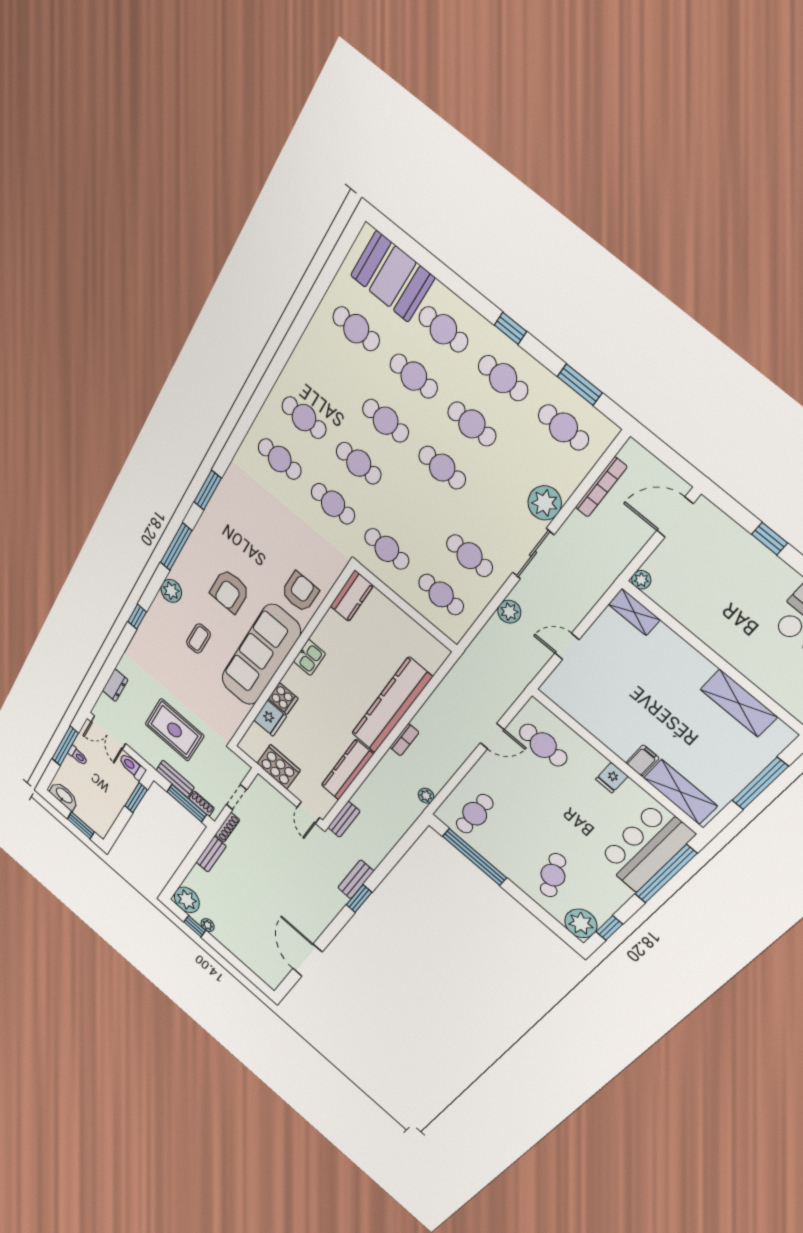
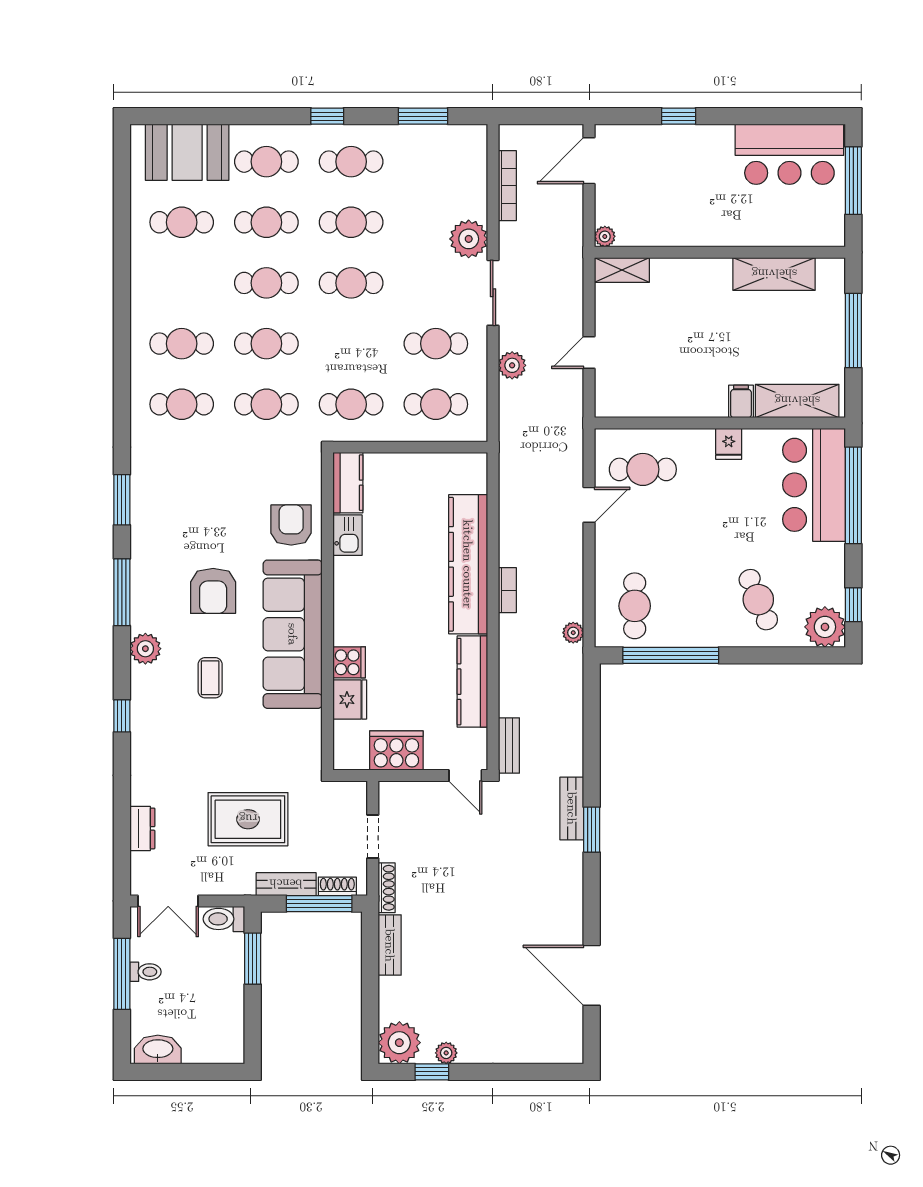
cafe table: (563, 427) -> (436, 162), removed
kitchen sink: (309, 657) -> (347, 535), moved
window: (81, 825) -> (203, 1072), removed

